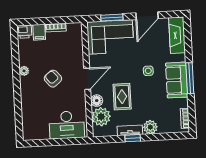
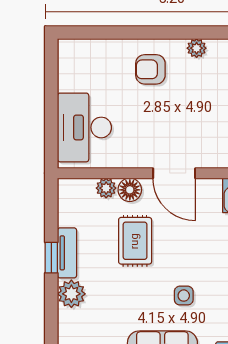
armchair: (53, 79) -> (150, 69), moved, turned -140
rug: (122, 97) -> (135, 241), turned 90
plant: (101, 117) -> (106, 188), width x0.53, depth x0.53

